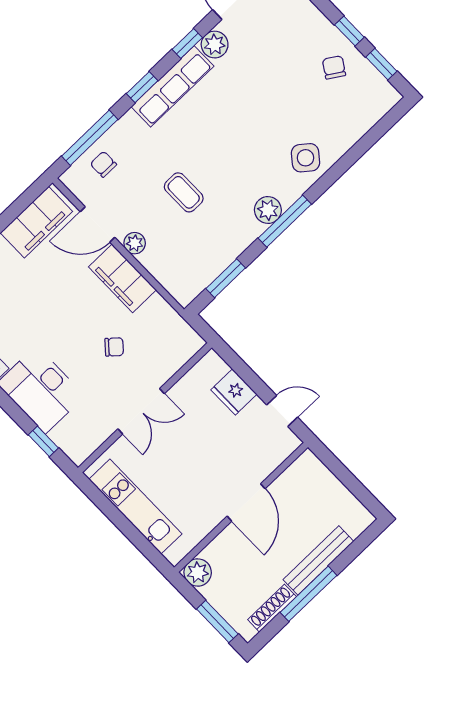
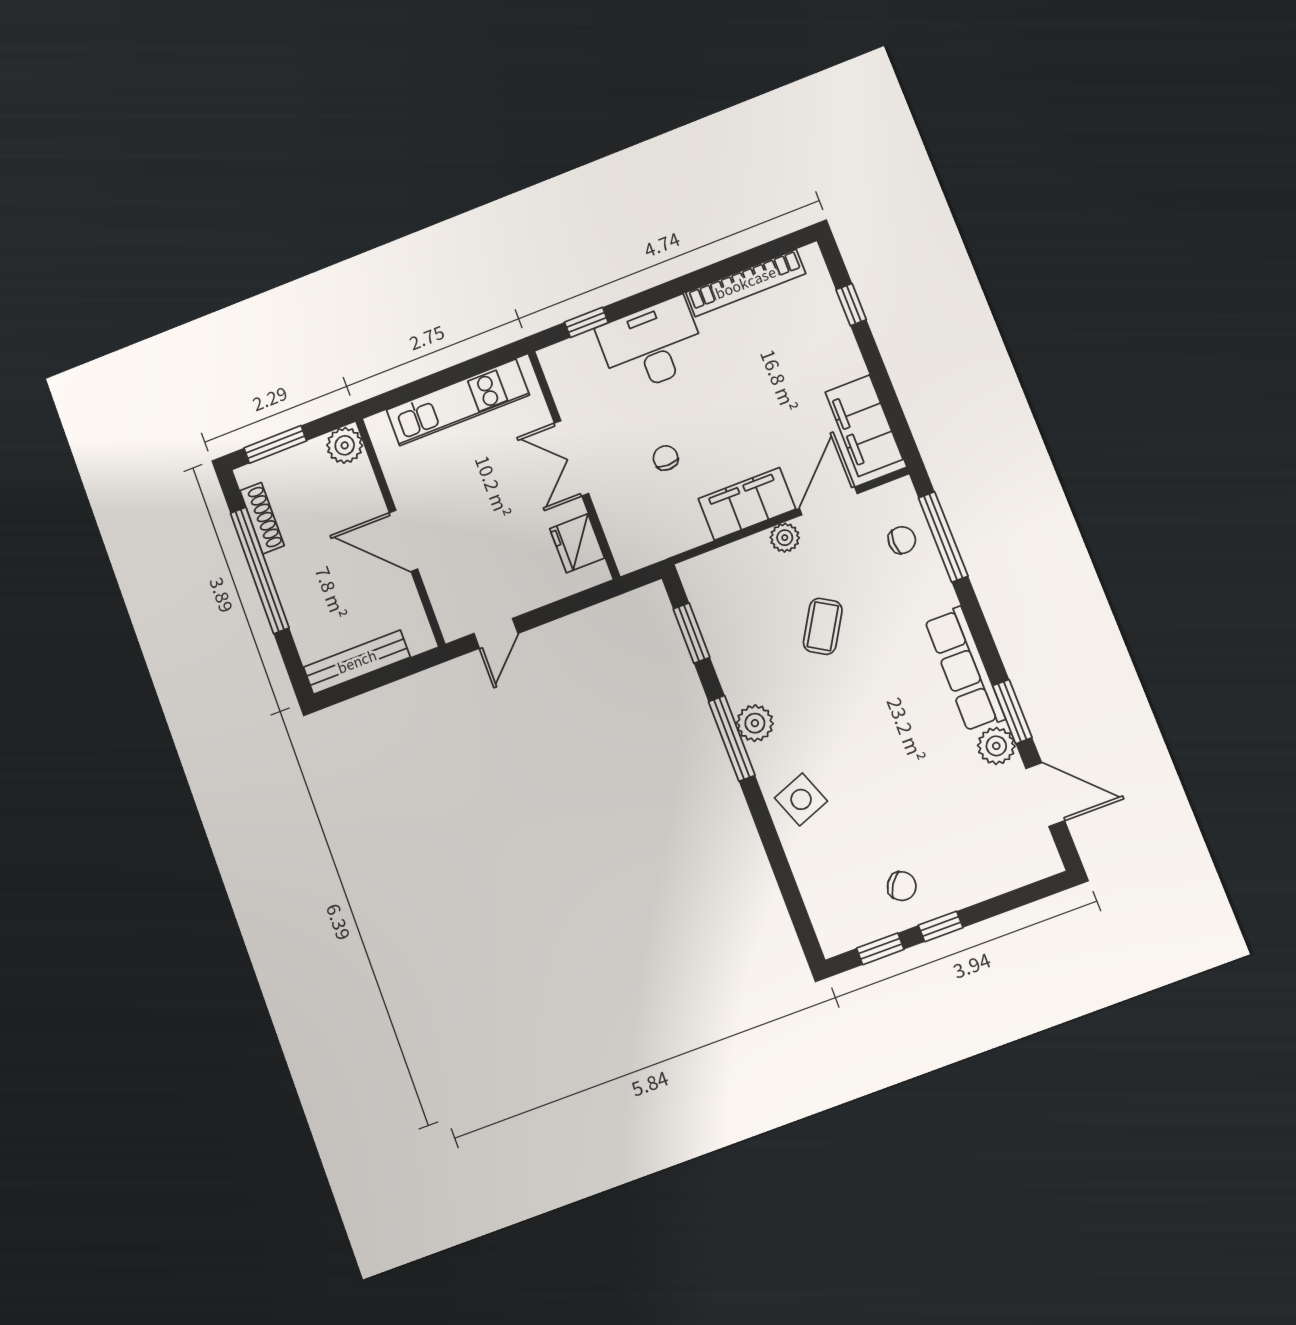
window: (187, 44) -> (1012, 712), width x1.50
window: (142, 87) -> (980, 630), removed
side table: (305, 158) -> (801, 799), turned 30
coffee table: (184, 192) -> (823, 626), turned -59
chair: (114, 347) -> (666, 458), turned 139
fridge: (234, 392) -> (577, 543), moved, turned -90
bench: (318, 560) -> (357, 662), moved, turned 90
window: (309, 594) -> (260, 570), width x1.46

